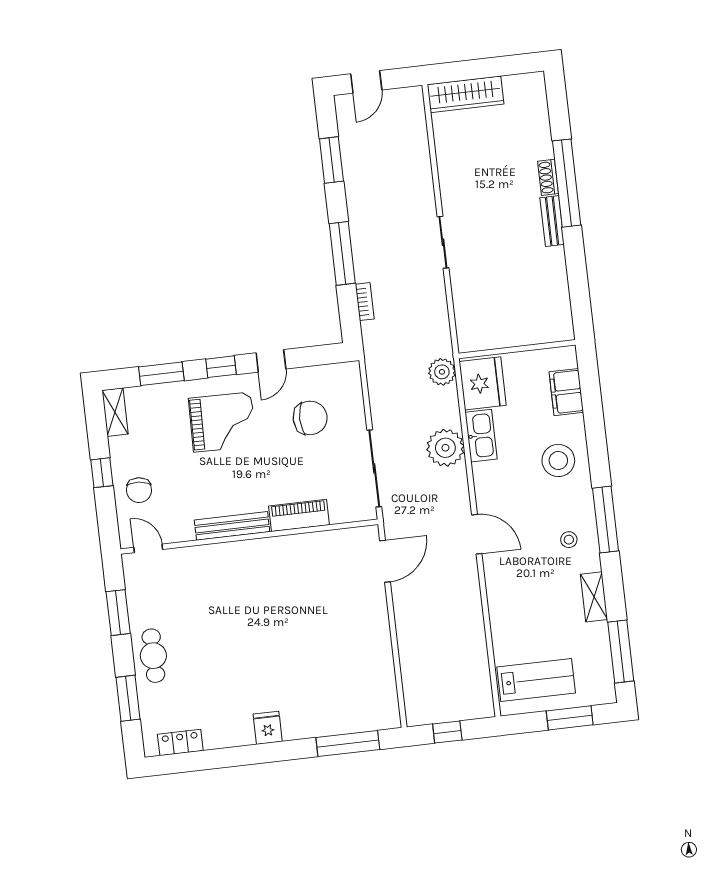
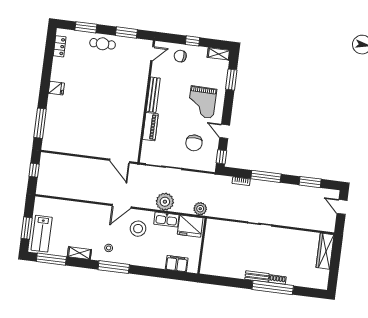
window: (221, 367) -> (221, 157), moved
stool: (558, 460) -> (138, 229), moved
lab bench: (536, 680) -> (42, 234), moved

